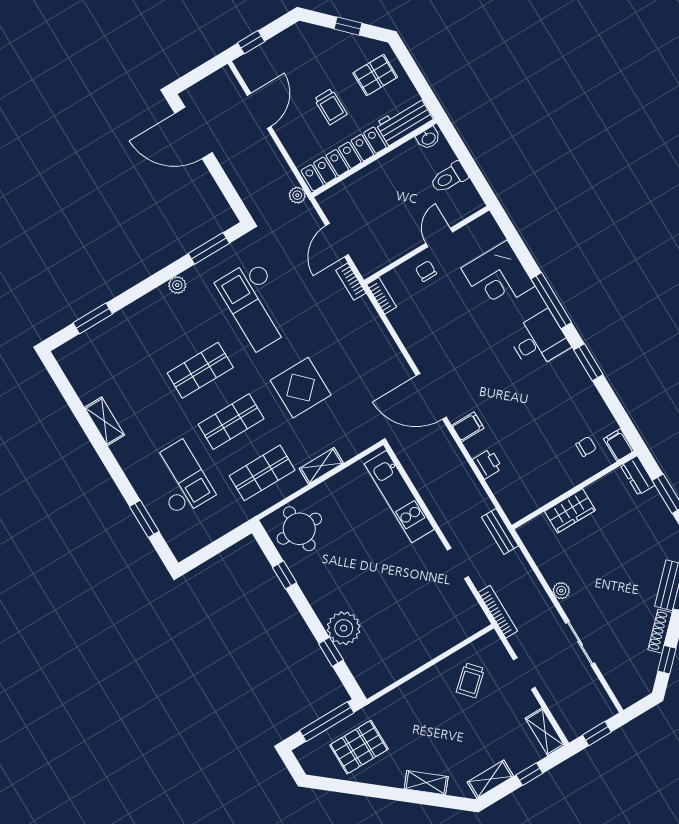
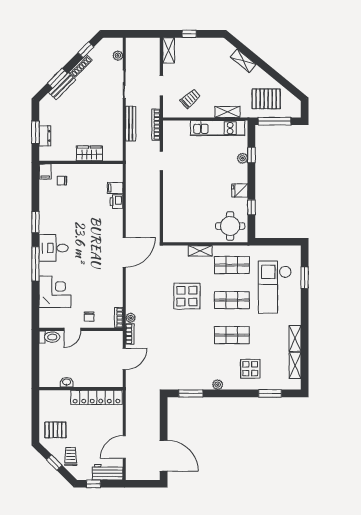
window: (251, 42) -> (93, 484), moved
trolley: (331, 107) -> (71, 456), moved
workbench: (404, 121) -> (108, 472), moved, turned 180
washbasin: (428, 138) -> (67, 382), moved
toilet: (449, 178) -> (49, 337), moved
plant: (297, 195) -> (131, 318), moved
checkout: (257, 305) -> (184, 351), removed
display table: (144, 337) -> (250, 369), added
shelving: (81, 381) -> (295, 366), added
door: (431, 396) -> (124, 252), hinge flipped
filing cabinet: (468, 427) -> (115, 188), moved
dresser: (638, 475) -> (45, 136), moved
checkout: (180, 479) -> (275, 287), width x1.36, depth x1.21
kitchen unit: (399, 497) -> (218, 128), moved, turned 90
bench: (500, 531) -> (131, 124), moved, width x1.36
fridge: (317, 589) -> (240, 190), added
plant: (561, 591) -> (118, 56), moved
plant: (344, 628) -> (243, 158), width x0.53, depth x0.53
window: (597, 733) -> (143, 34), removed
shelving: (490, 779) -> (227, 112), moved

